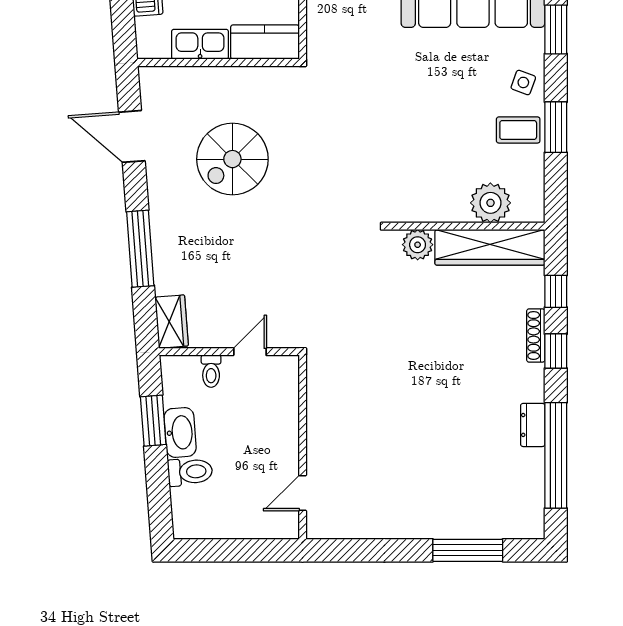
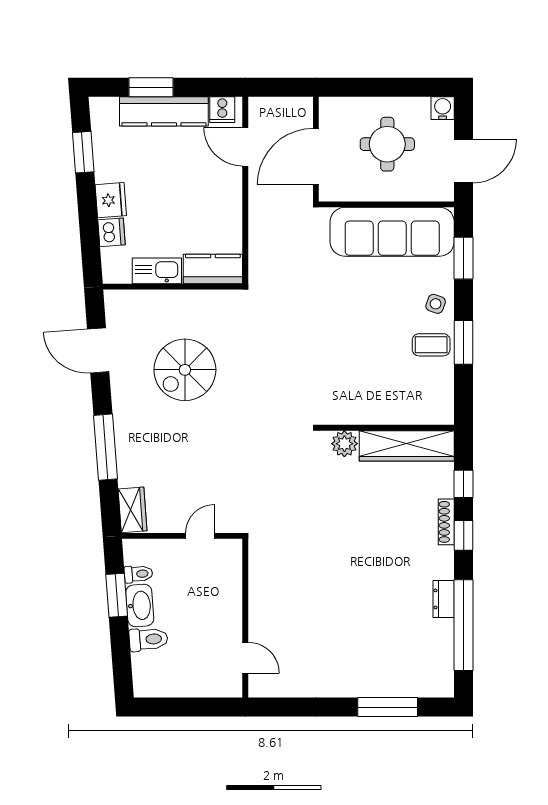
plant: (490, 203) -> (407, 408), removed
toilet: (211, 371) -> (138, 574), moved, turned -94
door: (303, 493) -> (245, 658), swing flipped

